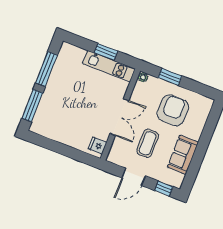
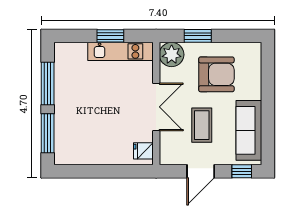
plant: (143, 77) -> (172, 55), width x1.88, depth x1.88
armchair: (173, 110) -> (216, 74), turned 90
sofa: (183, 155) -> (249, 130), width x1.36

